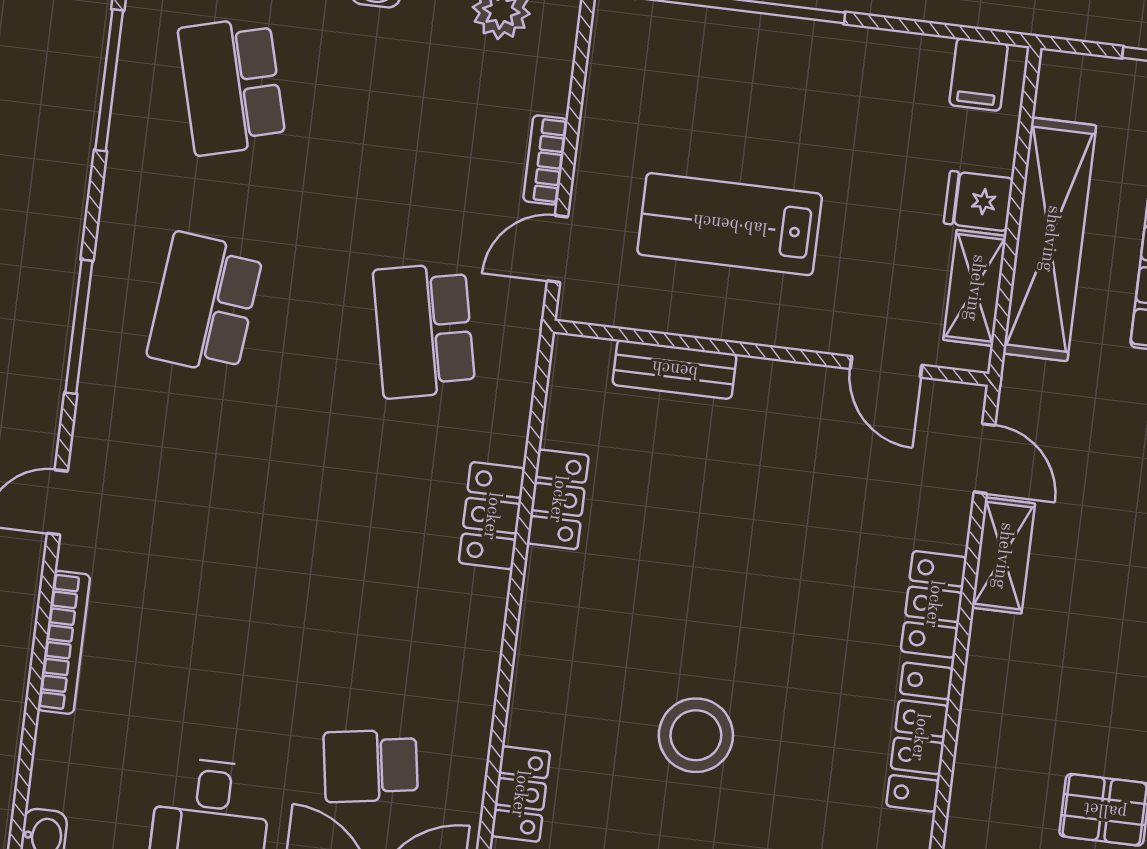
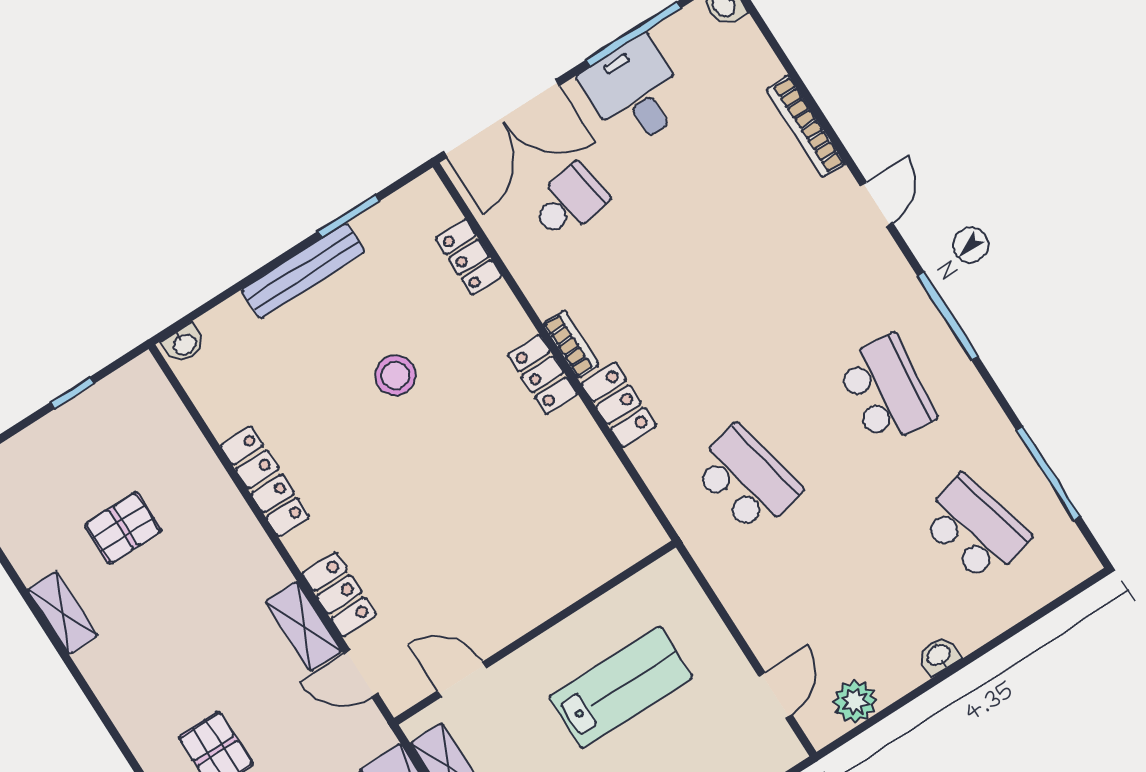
bookcase: (545, 160) -> (571, 344), moved
door: (558, 249) -> (775, 695), moved
bench: (675, 369) -> (583, 577), removed
locker: (558, 499) -> (543, 374), moved
locker: (934, 604) -> (339, 594), moved
stool: (696, 735) -> (395, 375), width x0.73, depth x0.73

